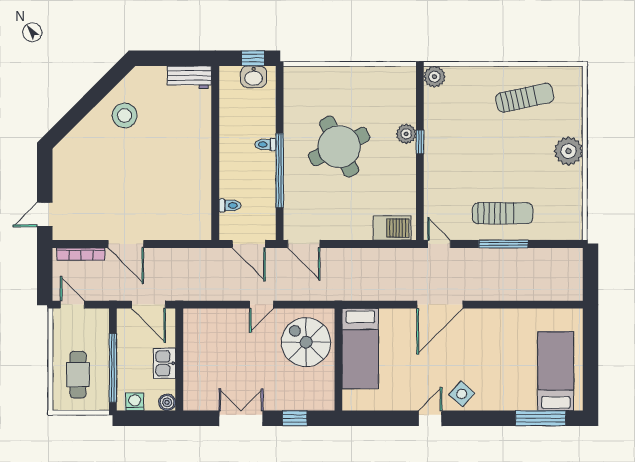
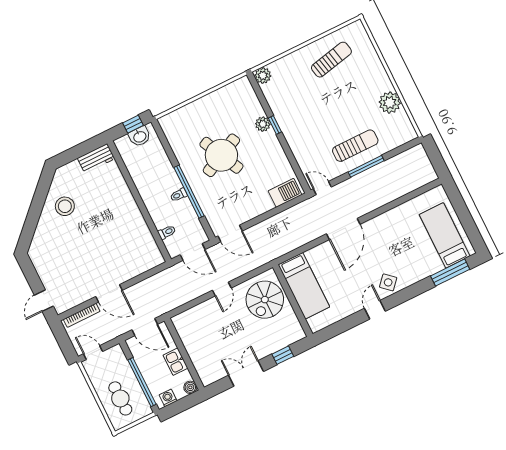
toilet: (266, 144) -> (179, 195), moved
plant: (568, 151) -> (390, 103), moved
spiral stairs: (306, 342) -> (265, 300), turned -90

